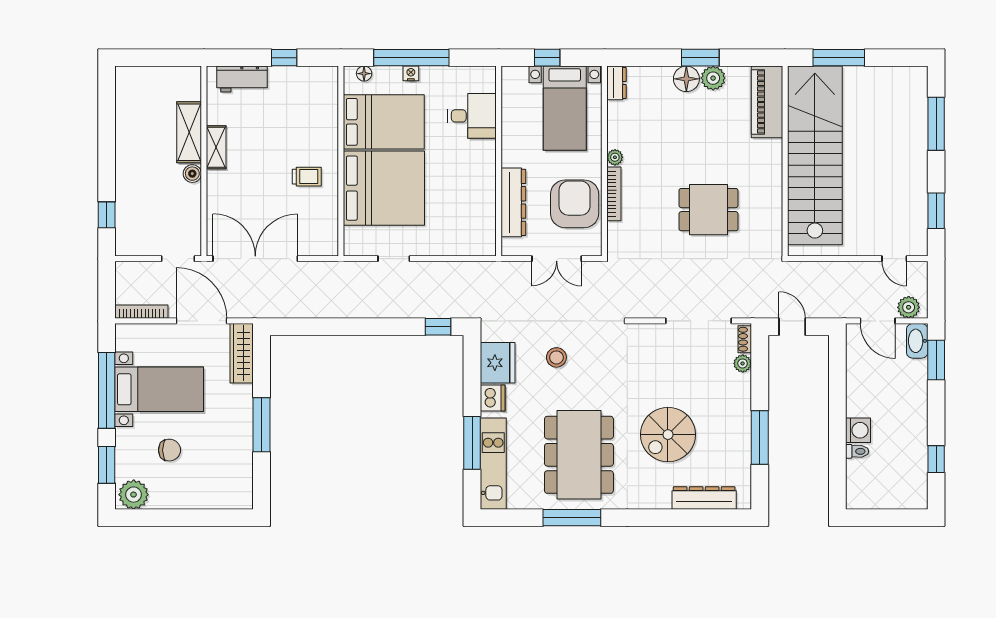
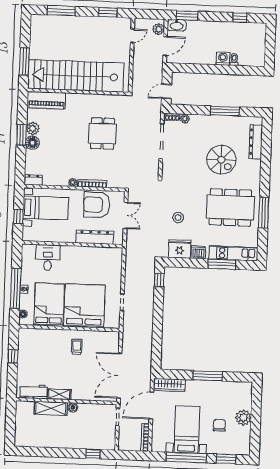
workbench: (242, 79) -> (33, 392), moved, turned -90
plant: (134, 495) -> (243, 418), moved

